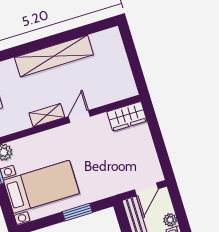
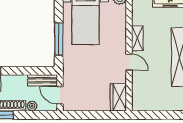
window: (77, 212) -> (59, 39), width x1.44

